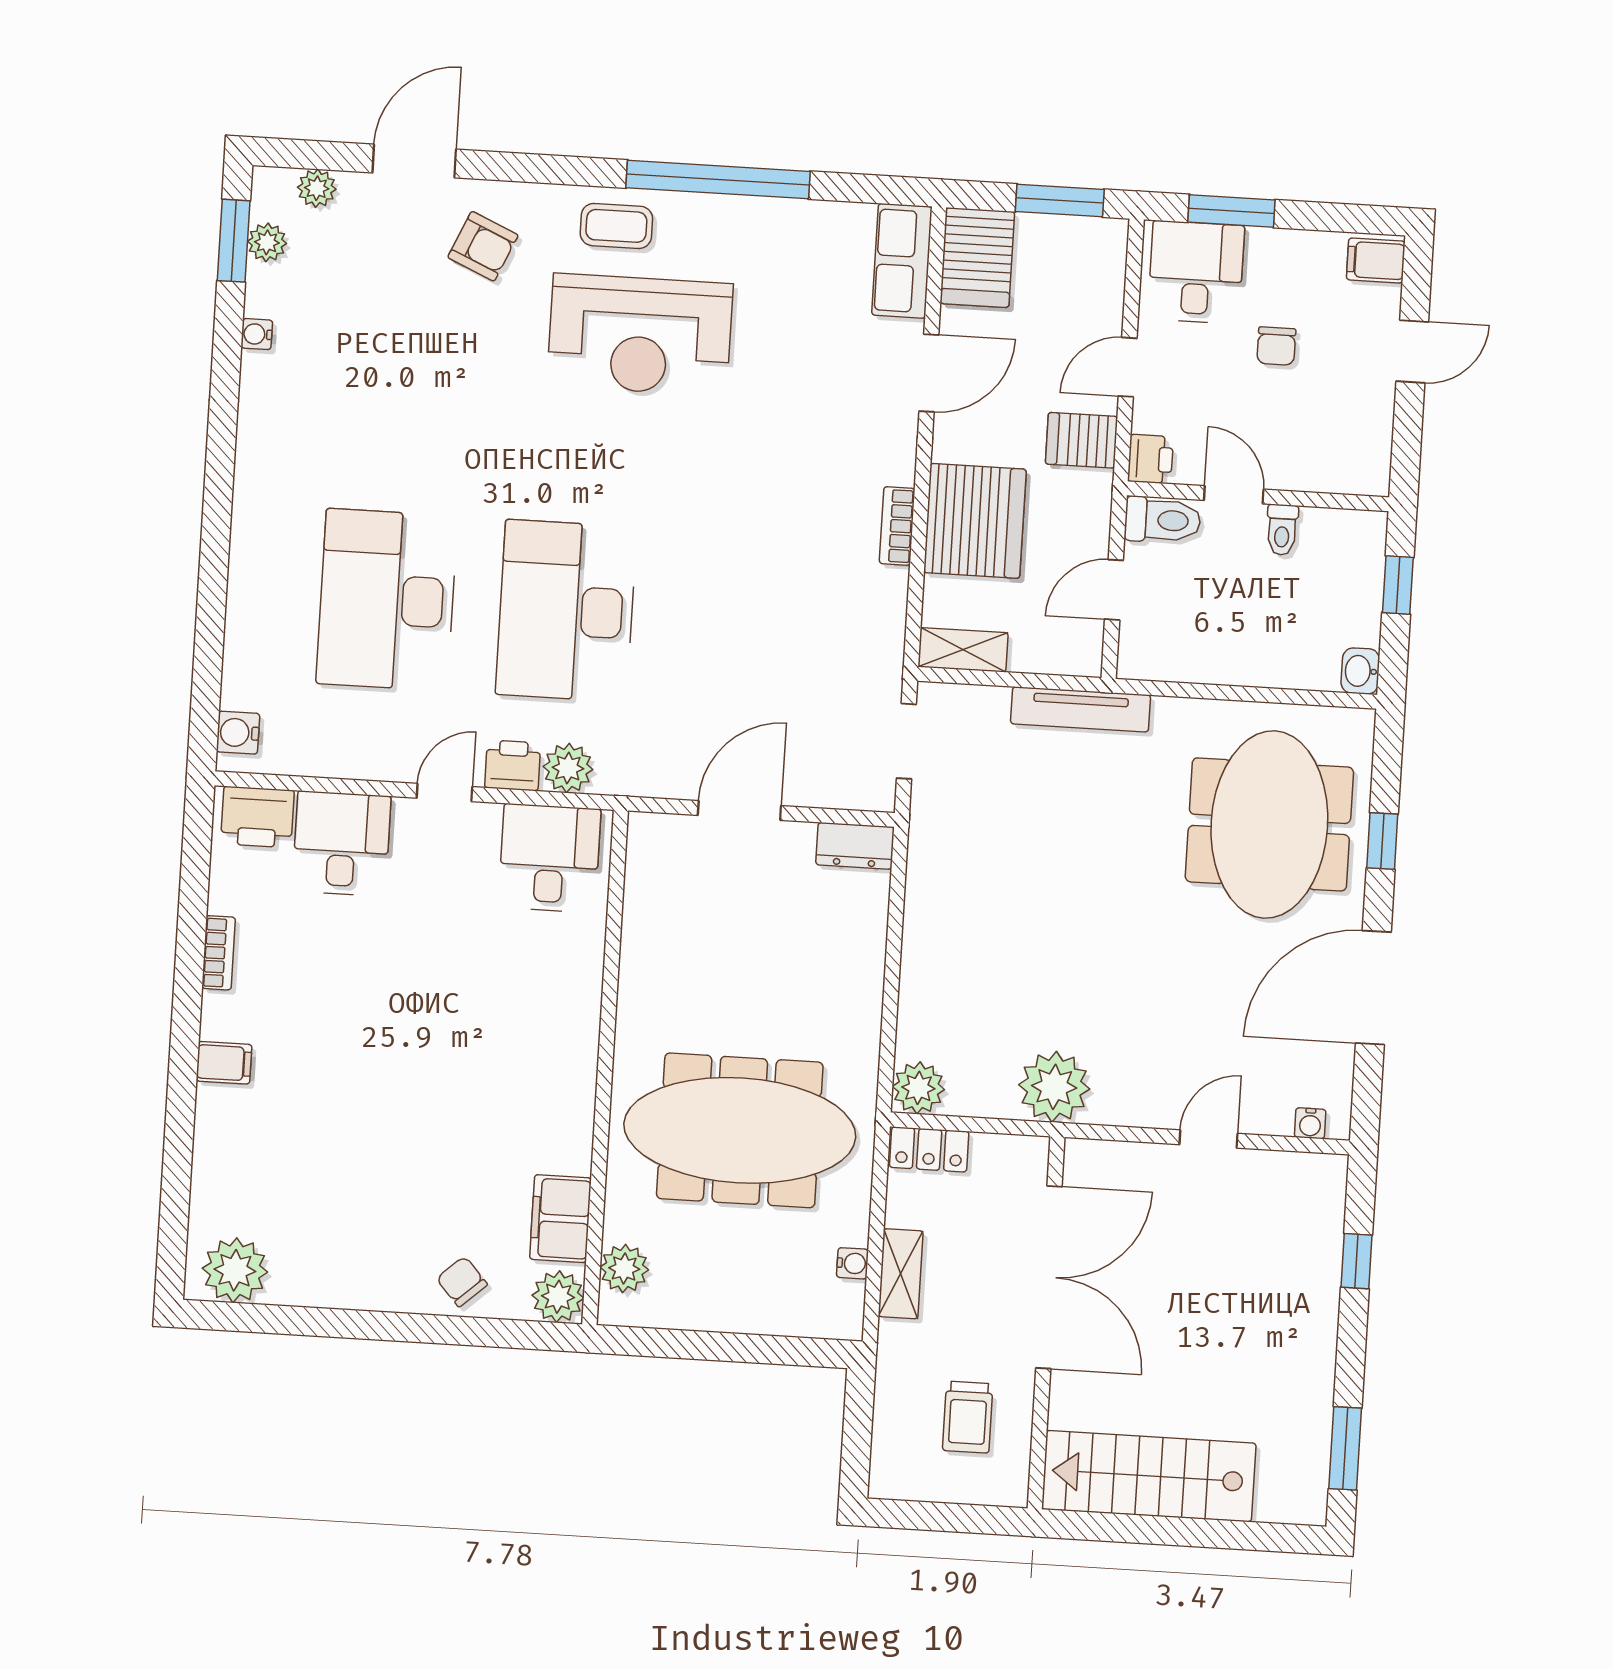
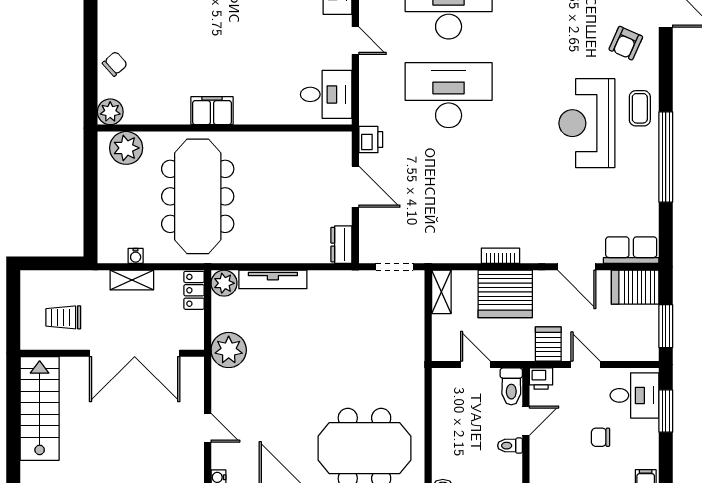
tv unit: (1081, 709) -> (273, 279), moved, turned -90
printer: (513, 765) -> (371, 140), moved
plant: (568, 768) -> (371, 101), removed
filing cabinet: (561, 1219) -> (212, 111), moved
plant: (624, 1268) -> (126, 148), width x1.36, depth x1.36

